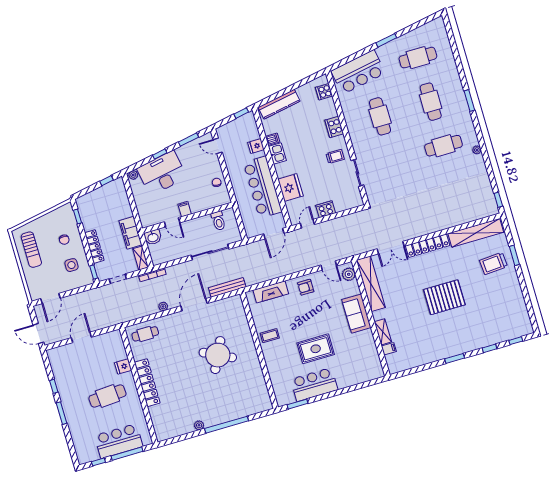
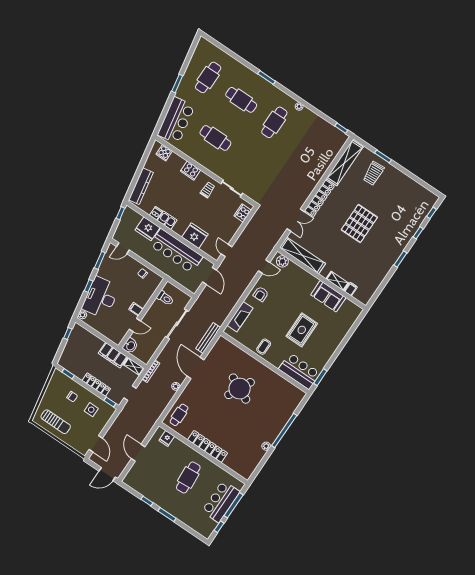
fridge: (256, 146) -> (148, 229), width x1.88, depth x1.34
cooker: (326, 209) -> (243, 213), moved
sofa: (356, 314) -> (328, 296), moved
fridge: (123, 366) -> (167, 438), moved
bar counter: (314, 384) -> (299, 371), moved, turned 90

